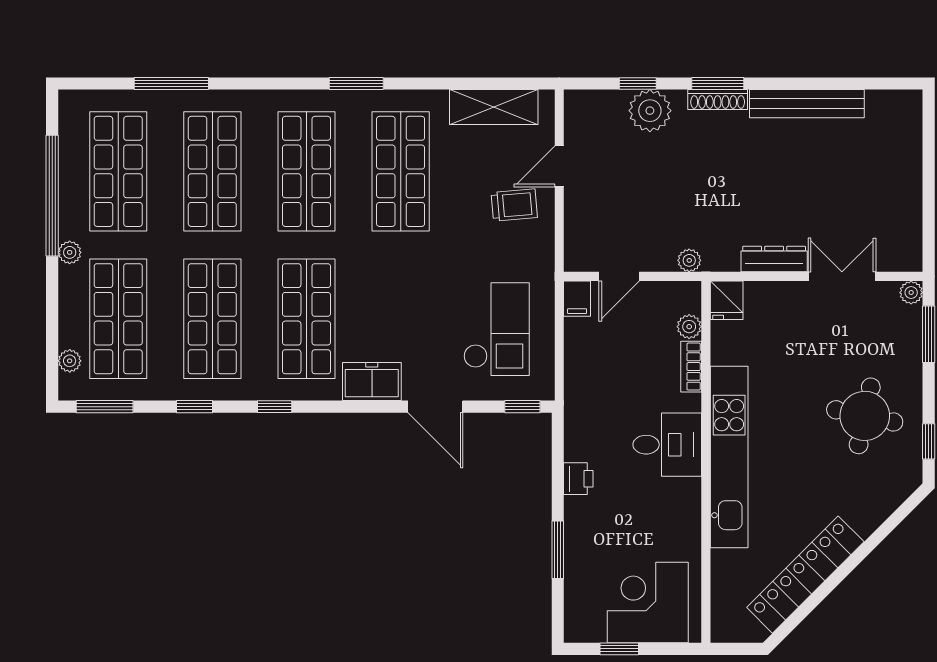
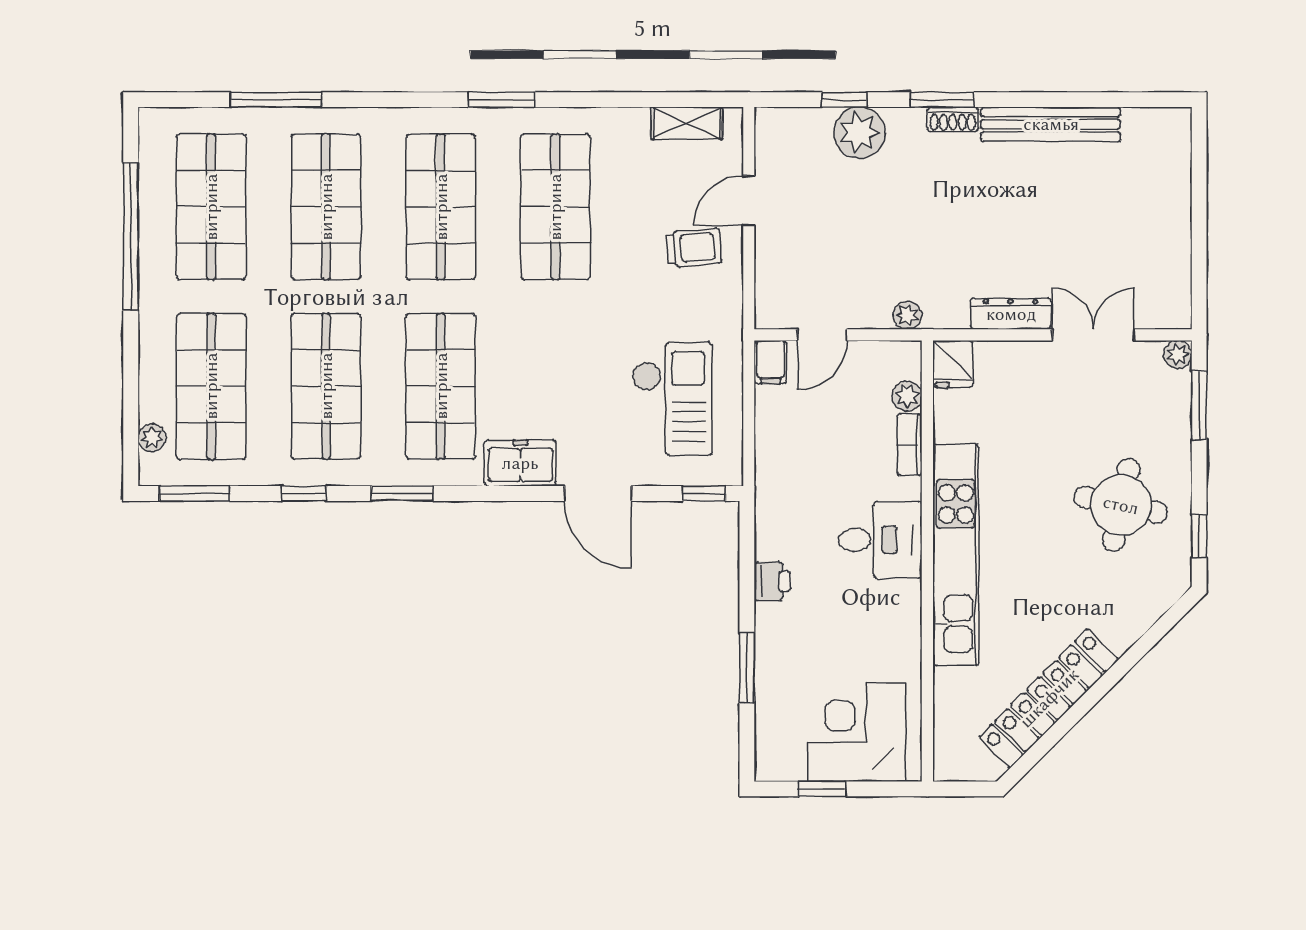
shoe rack: (718, 100) -> (953, 119), width x0.70
shelving: (494, 107) -> (687, 123), width x0.67, depth x0.75
plant: (70, 252) -> (152, 306), removed
window: (275, 407) -> (402, 493), width x1.50

